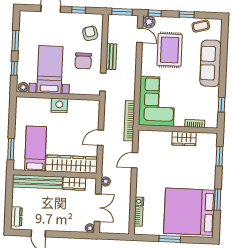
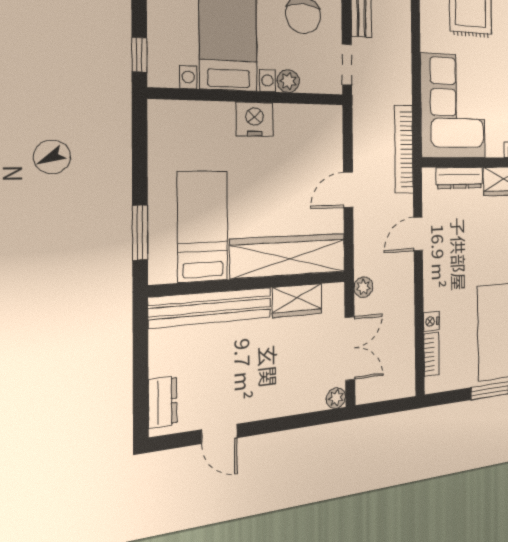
window: (14, 68) -> (139, 55), moved
plant: (23, 87) -> (288, 81), moved
dresser: (159, 136) -> (459, 178), added

